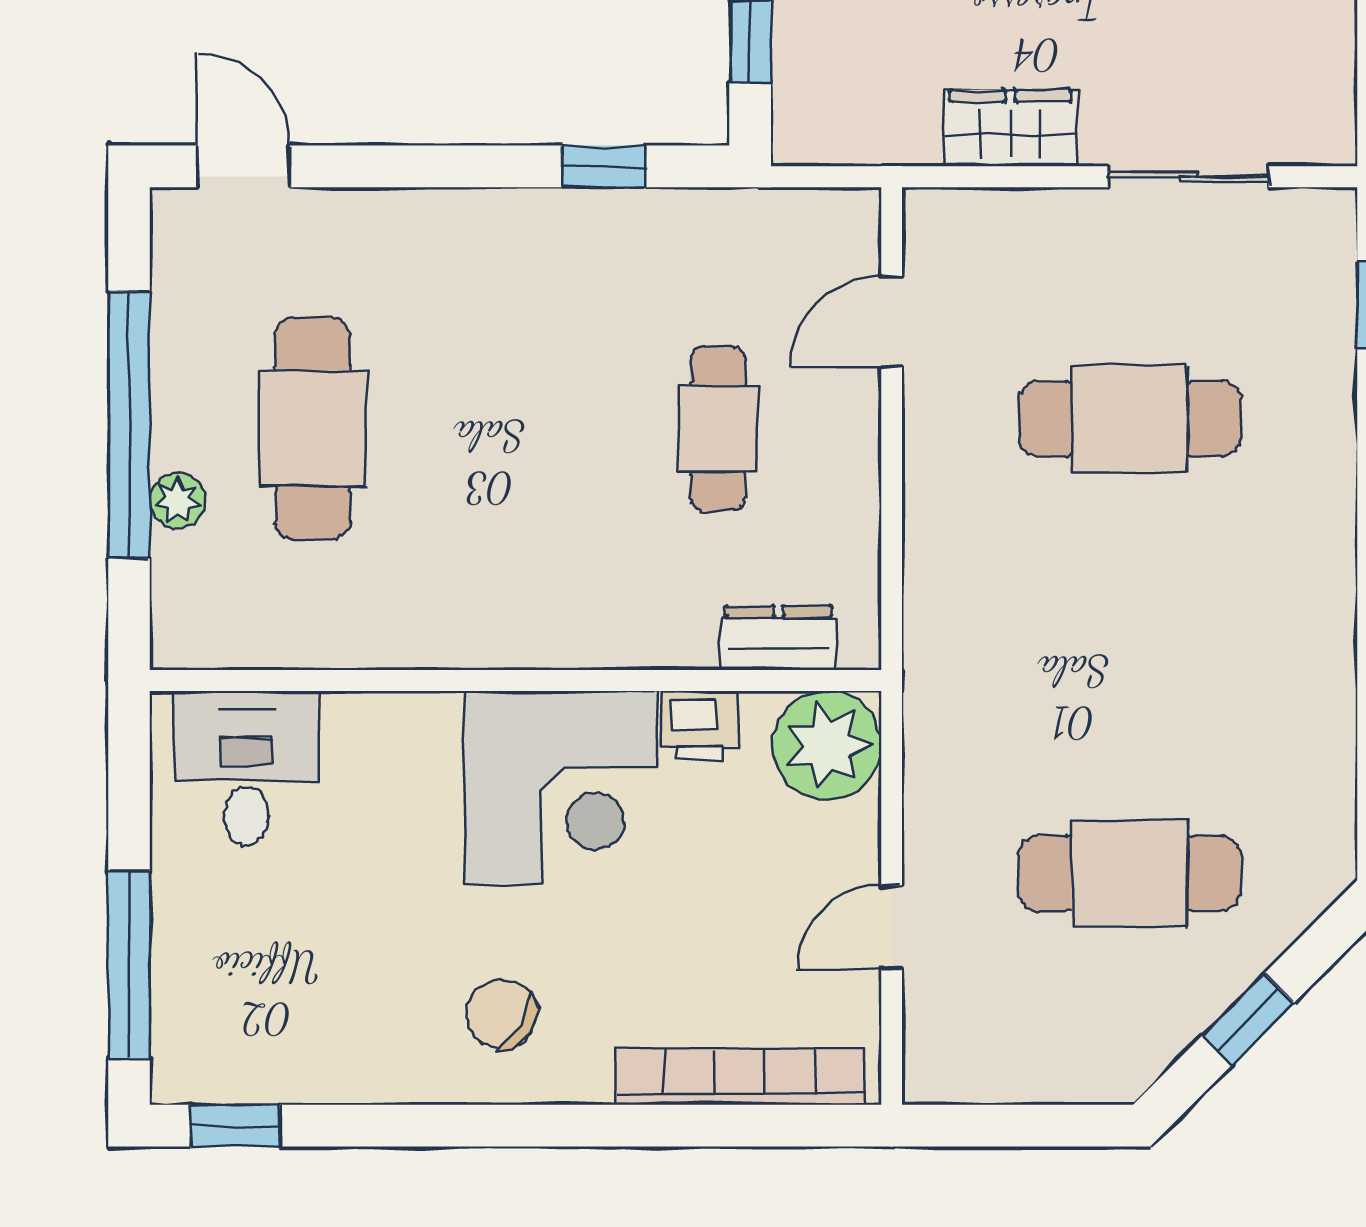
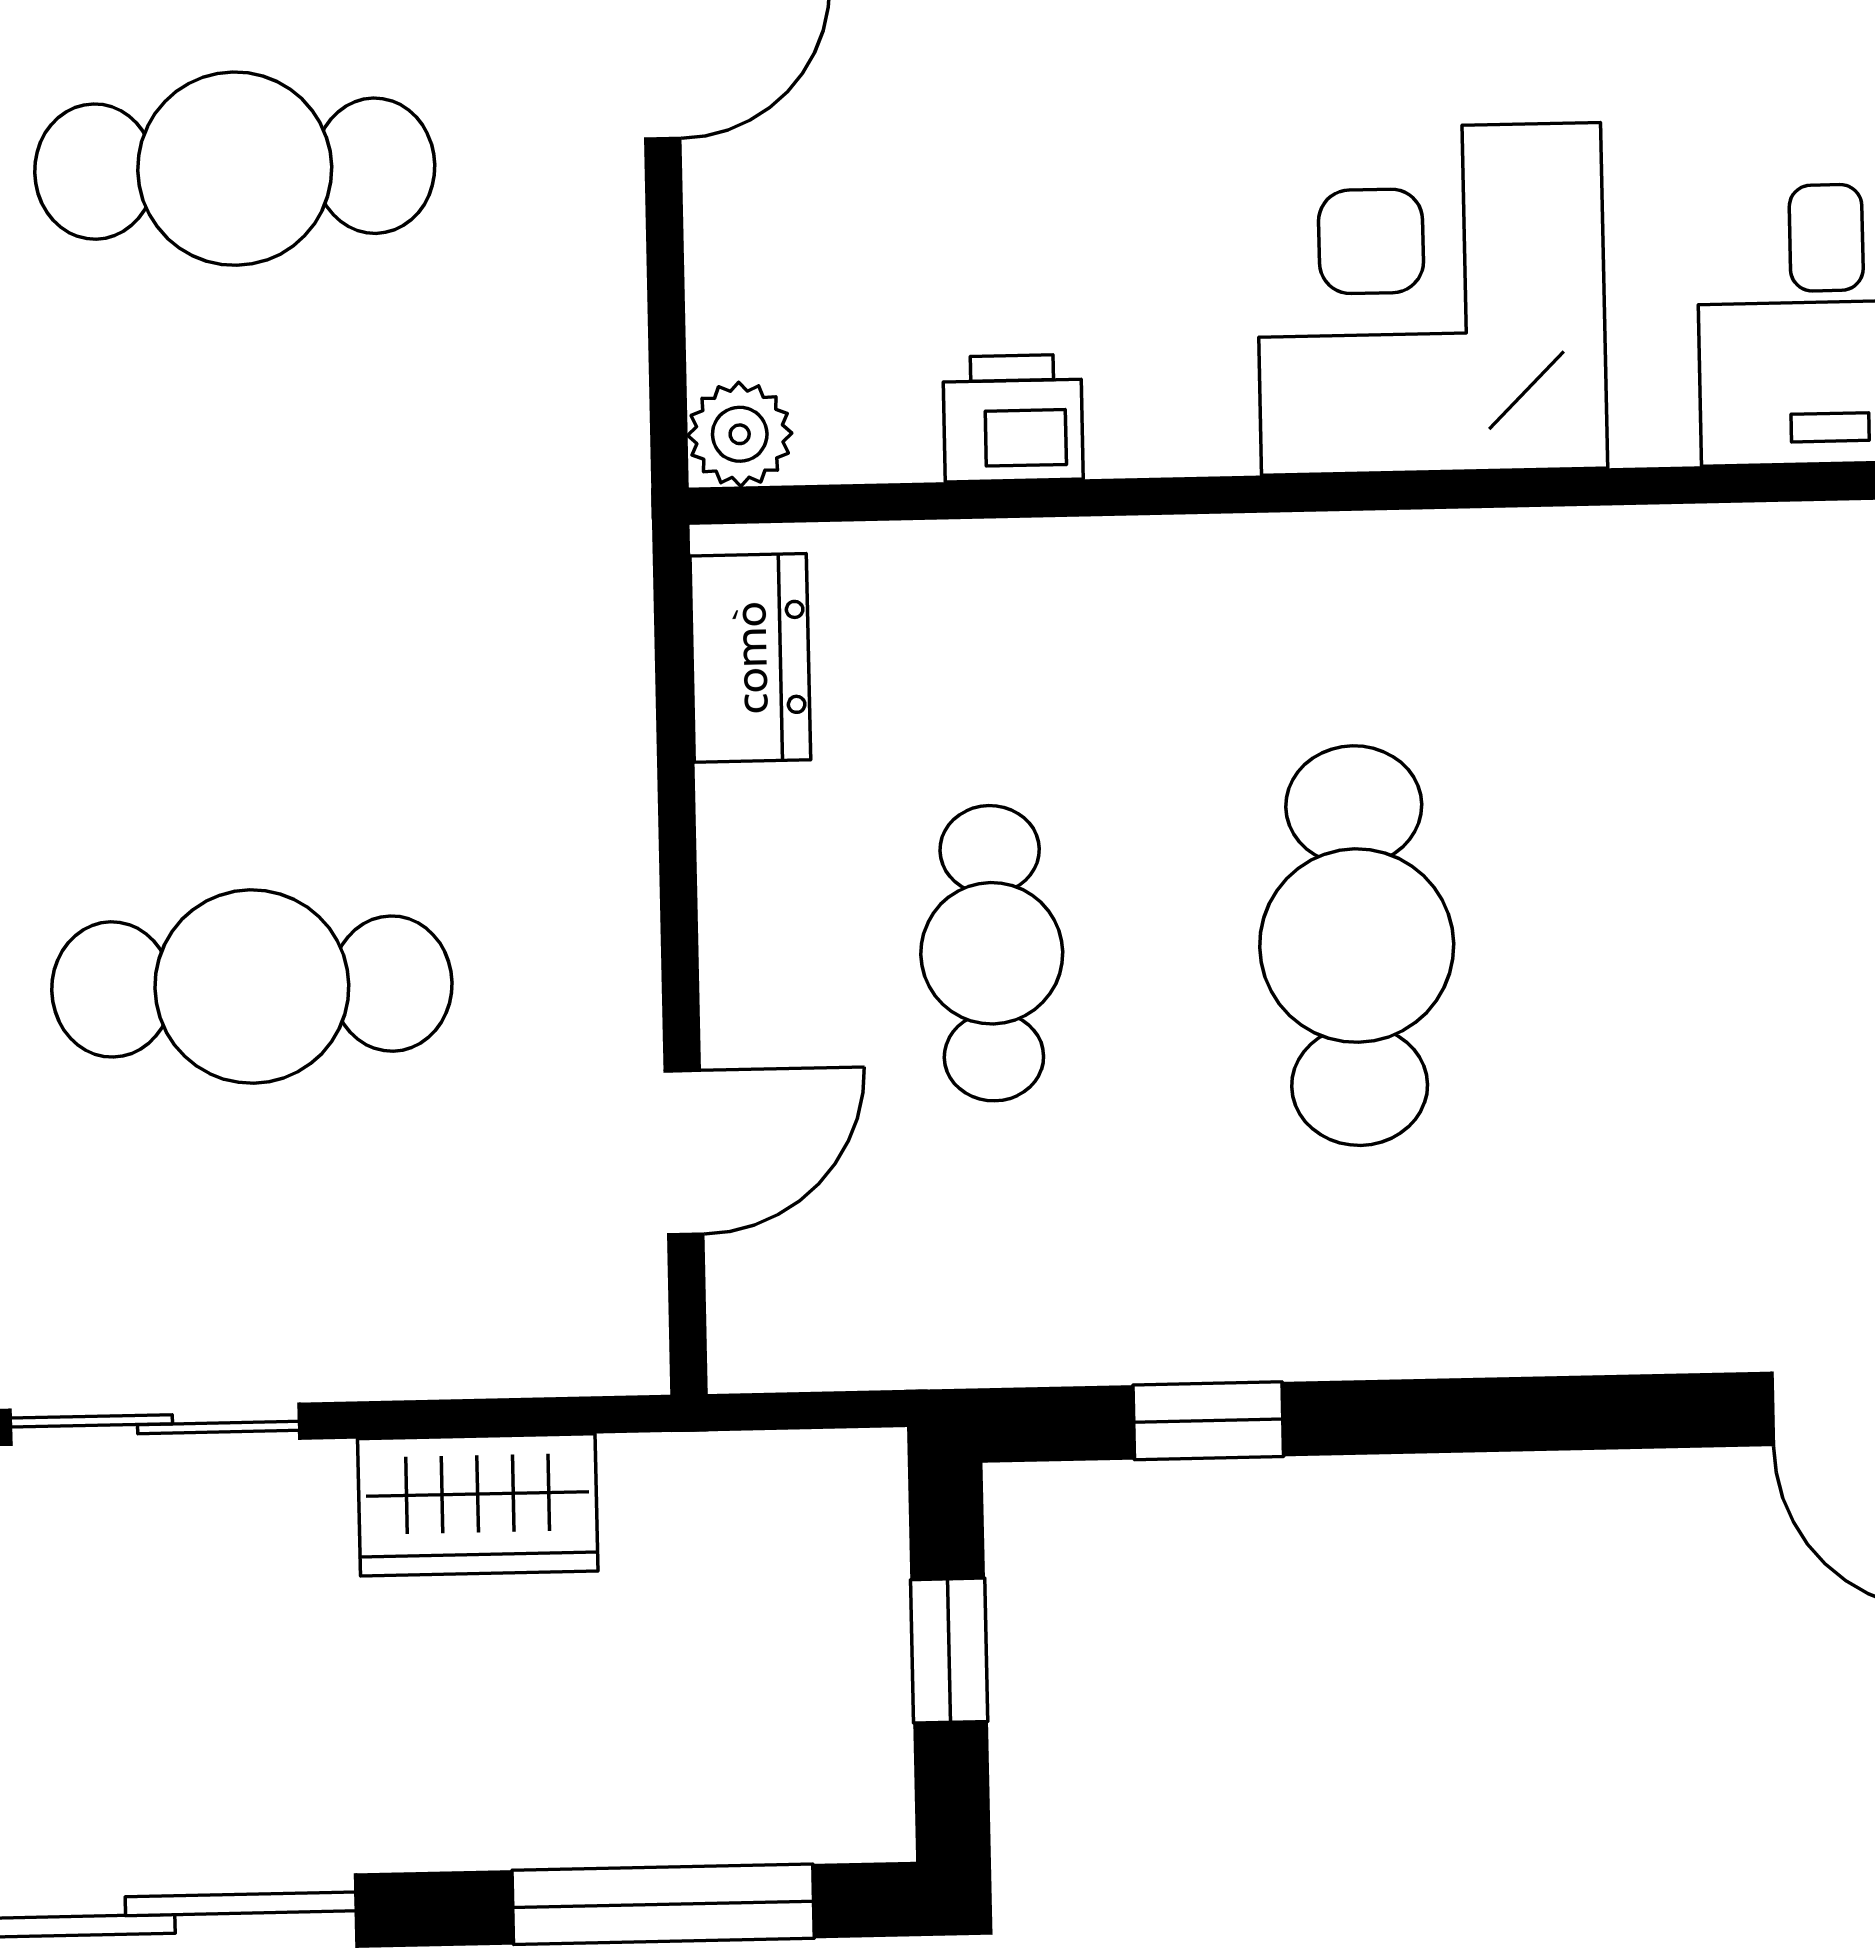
cafe table: (313, 429) -> (1357, 946), moved
dresser: (779, 638) -> (750, 658), moved, turned -90
plant: (827, 745) -> (740, 434), width x0.53, depth x0.53
corner desk: (560, 787) -> (1431, 299), moved

